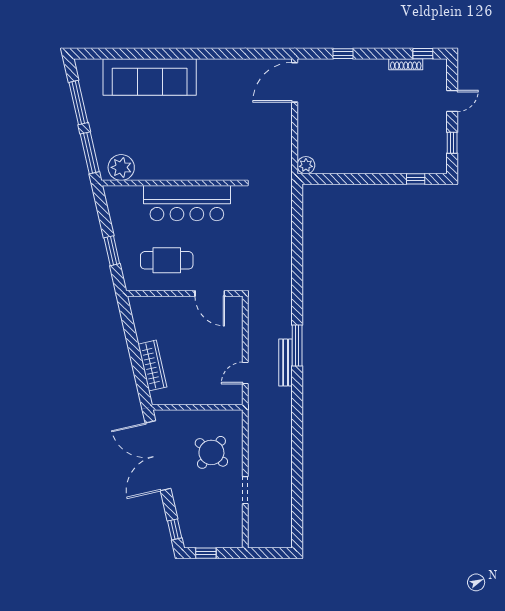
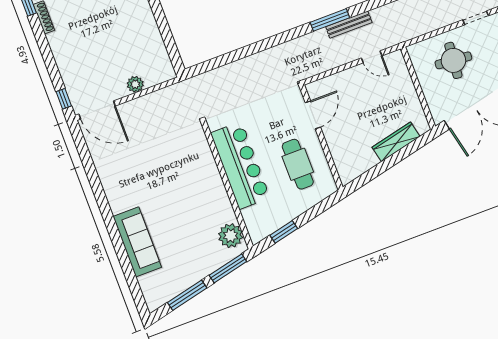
window: (343, 54) -> (64, 99), moved
sofa: (150, 77) -> (137, 242), width x0.74, depth x0.79
plant: (306, 165) -> (135, 84), moved
window: (112, 251) -> (284, 232), moved
round table: (211, 452) -> (453, 60), turned -34

